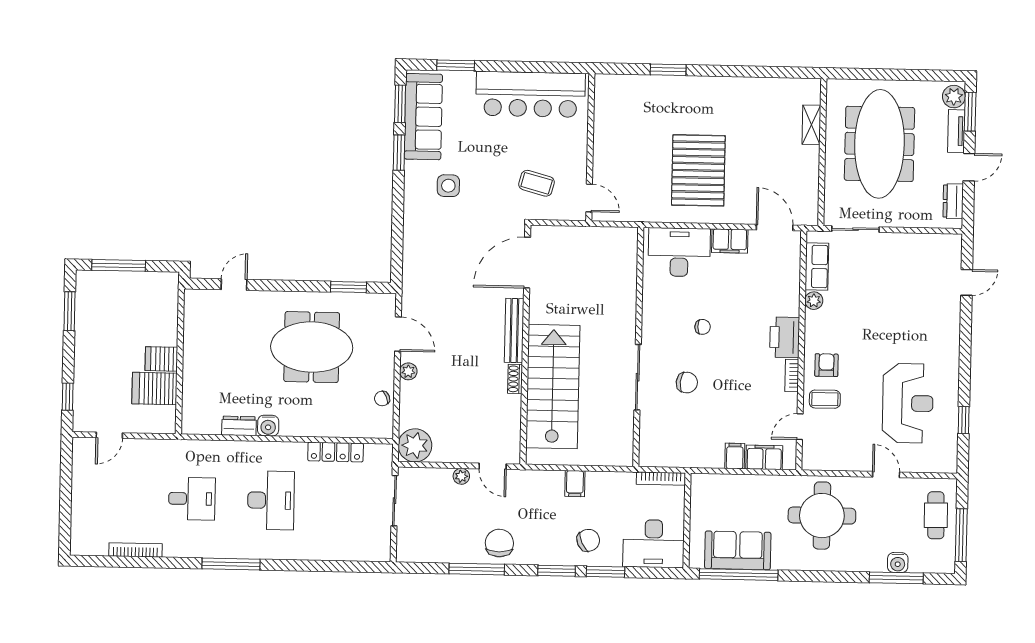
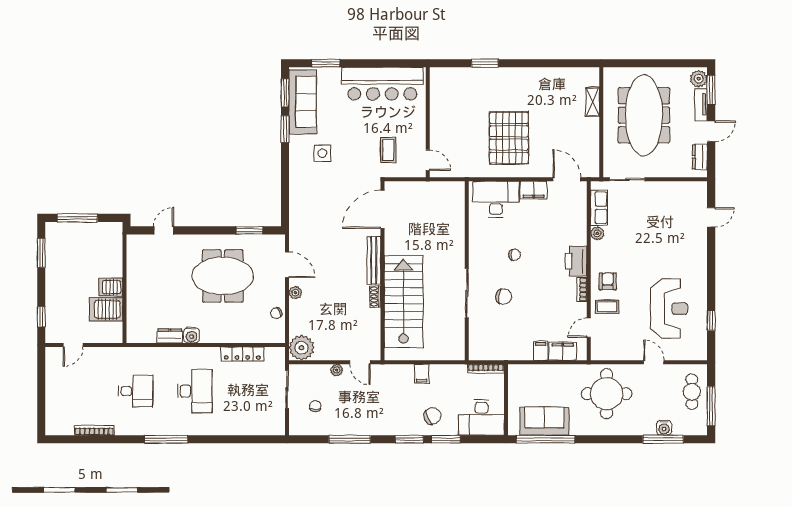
coffee table: (537, 183) -> (388, 150), turned 75
chair: (499, 543) -> (315, 406), moved, width x0.54, depth x0.54

